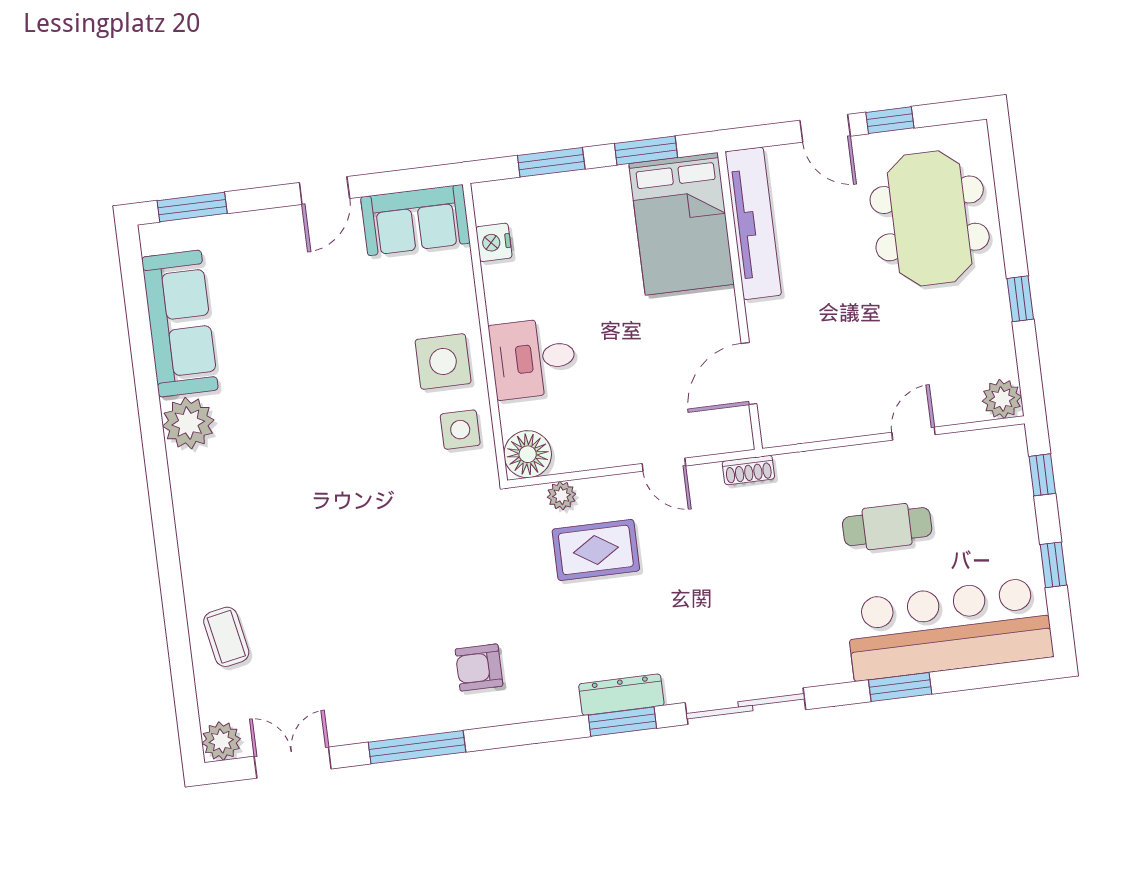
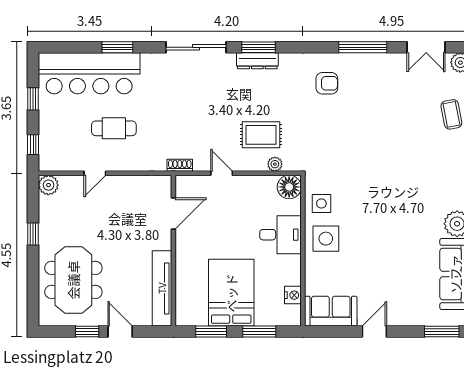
bed: (682, 224) -> (231, 293), moved

